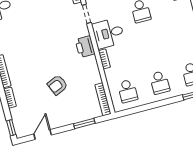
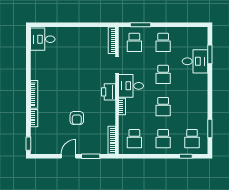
school desk: (150, 47) -> (163, 107), added
armchair: (57, 85) -> (77, 118), turned -67
door: (43, 135) -> (69, 156), moved

